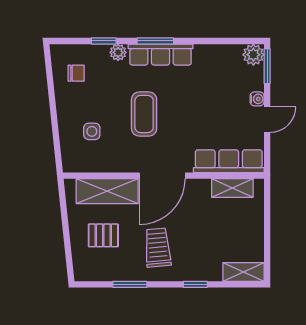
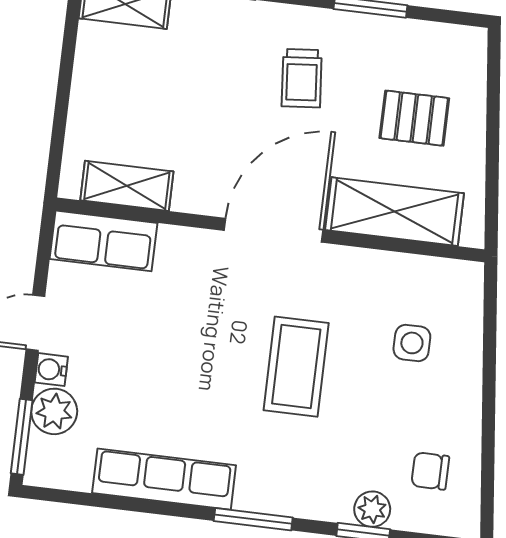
plant: (118, 52) -> (372, 509), moved
row of seats: (160, 55) -> (164, 479), moved
plant: (253, 55) -> (54, 411), moved
row of seats: (229, 161) -> (103, 241), width x0.68
trolley: (158, 248) -> (302, 78), width x0.73, depth x0.72

